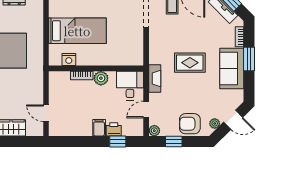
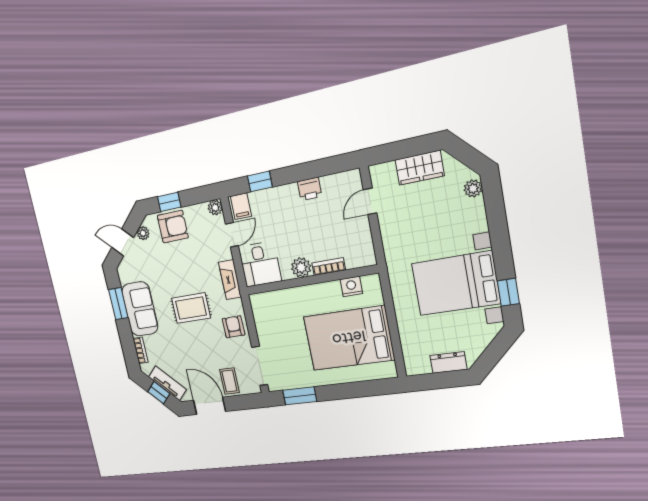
bed: (77, 31) -> (349, 338), width x1.50
armchair: (160, 44) -> (234, 327), added
window: (249, 59) -> (118, 304), moved
door: (46, 113) -> (370, 201), swing flipped
filing cabinet: (99, 128) -> (241, 206), moved
printer: (114, 129) -> (310, 189), moved
window: (174, 141) -> (169, 202), moved

